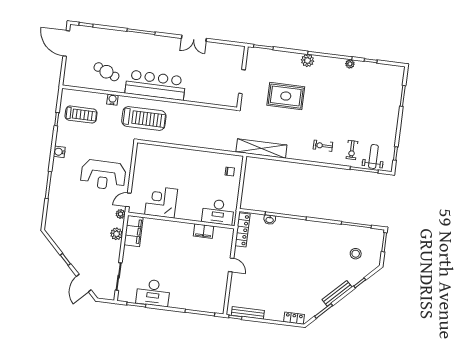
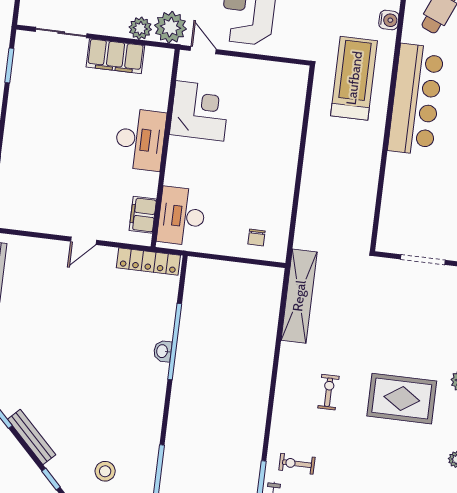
rug: (286, 96) -> (402, 399), moved, turned 90
treadmill: (144, 118) -> (354, 78), turned 180
exercise bike: (323, 146) -> (328, 392), moved
plant: (120, 214) -> (170, 27), width x1.87, depth x1.87
washbasin: (270, 220) -> (163, 351), moved
filing cabinet: (134, 231) -> (115, 56), moved
filing cabinet: (204, 231) -> (143, 215), moved
desk: (153, 293) -> (140, 140), moved, turned 180

